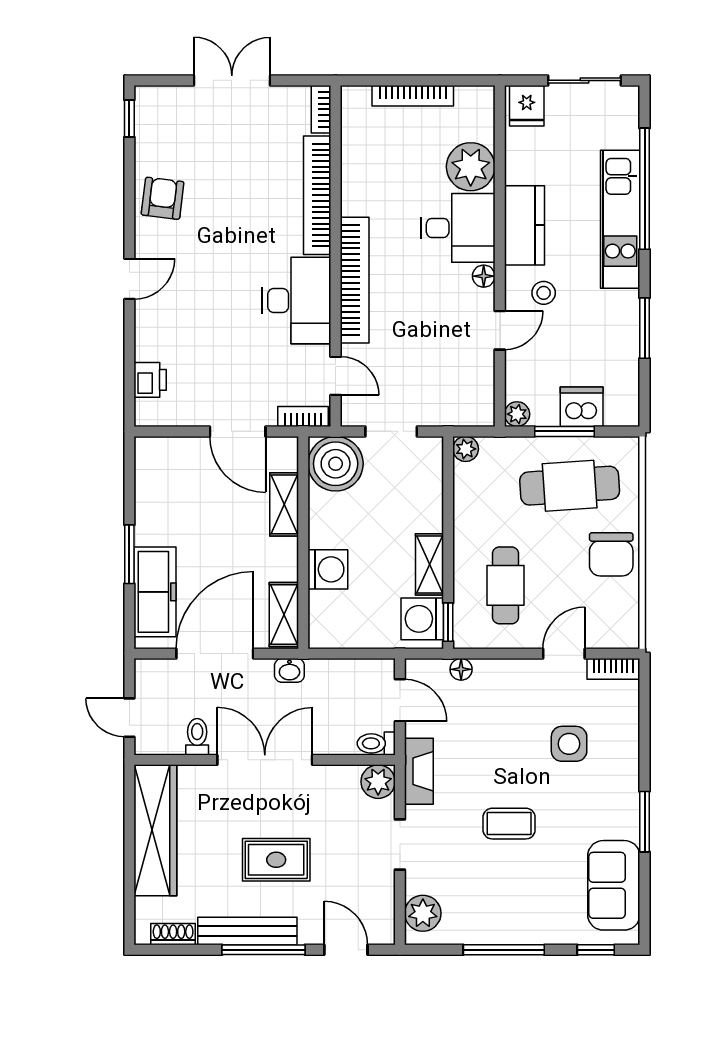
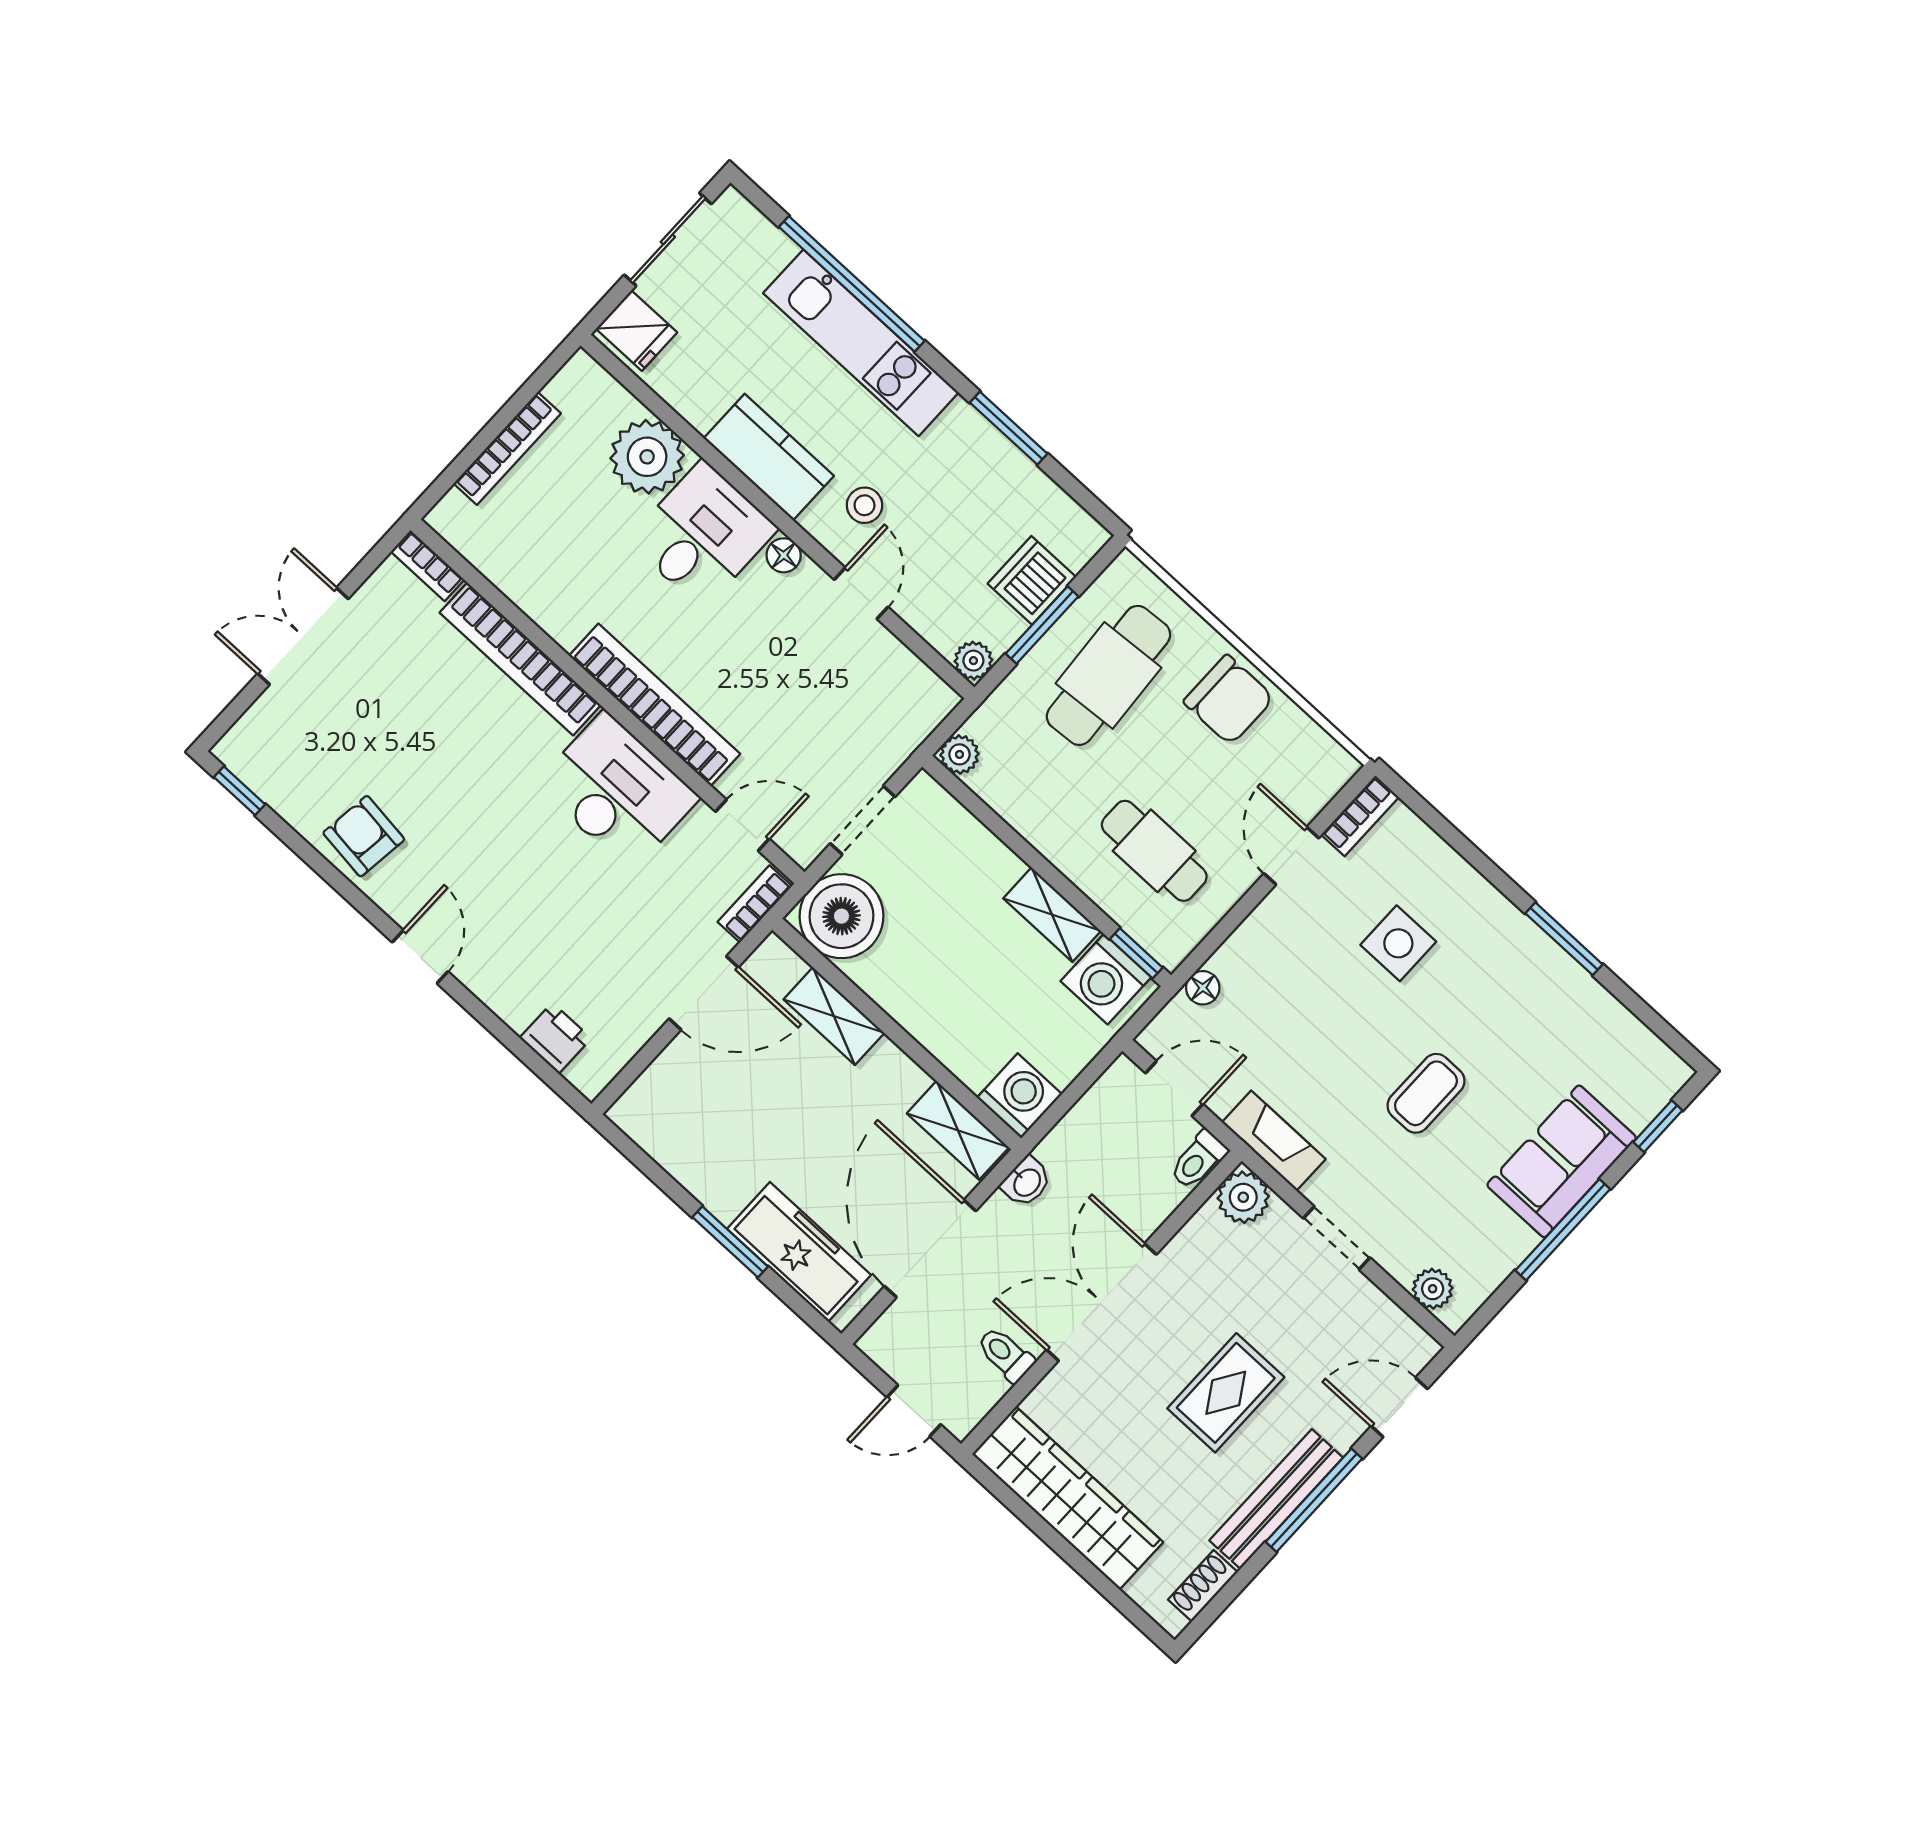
washing machine: (328, 569) -> (1020, 1096), moved
sofa: (614, 885) -> (1562, 1161), moved, turned 90
plant: (423, 913) -> (1433, 1289), width x0.73, depth x0.73

